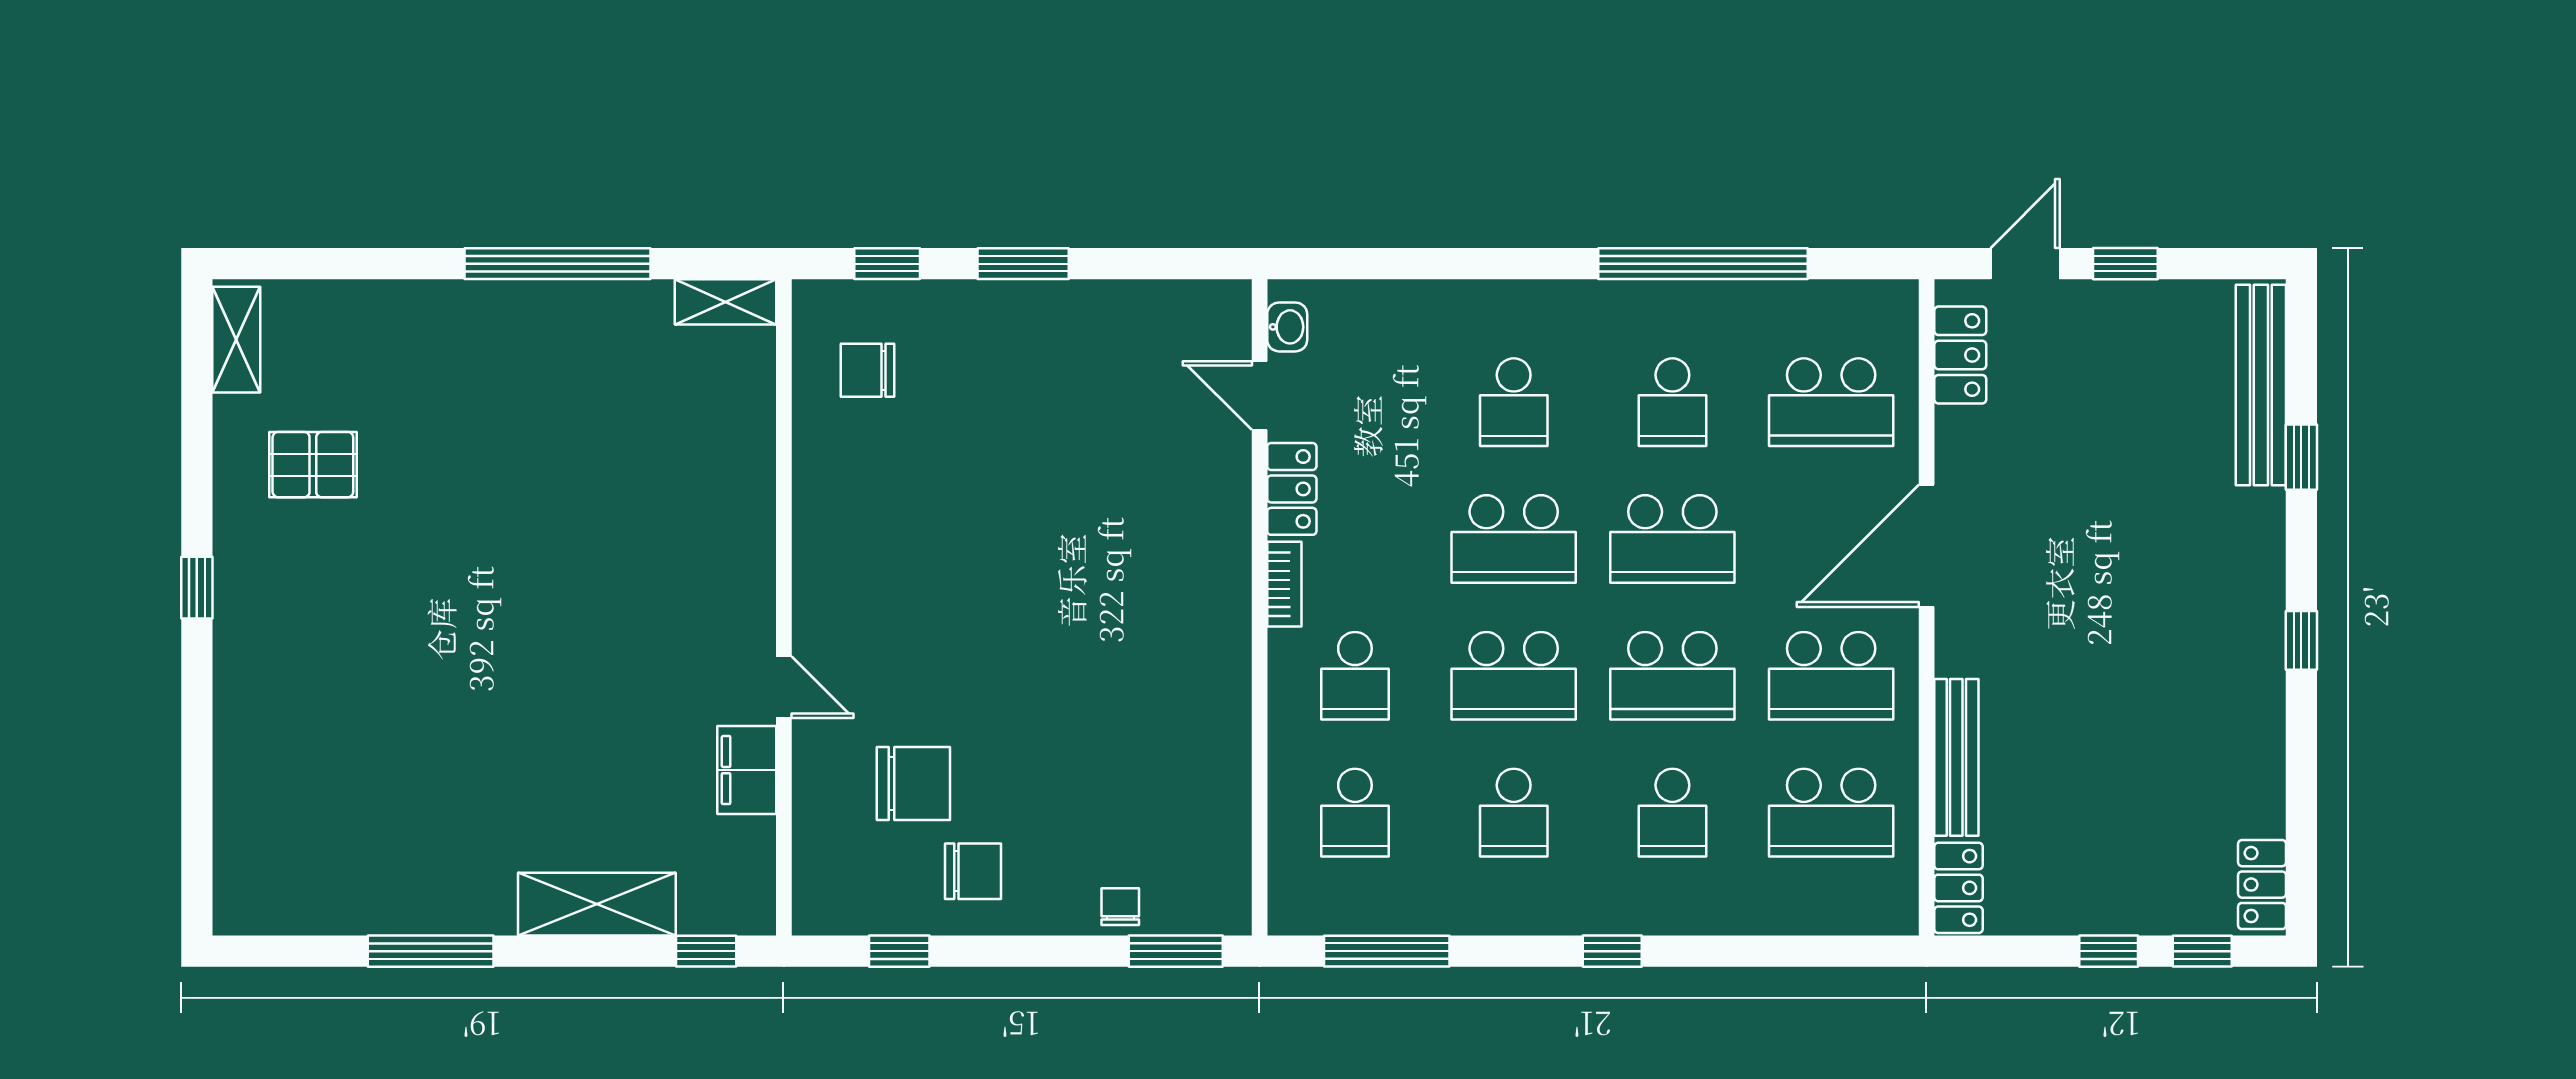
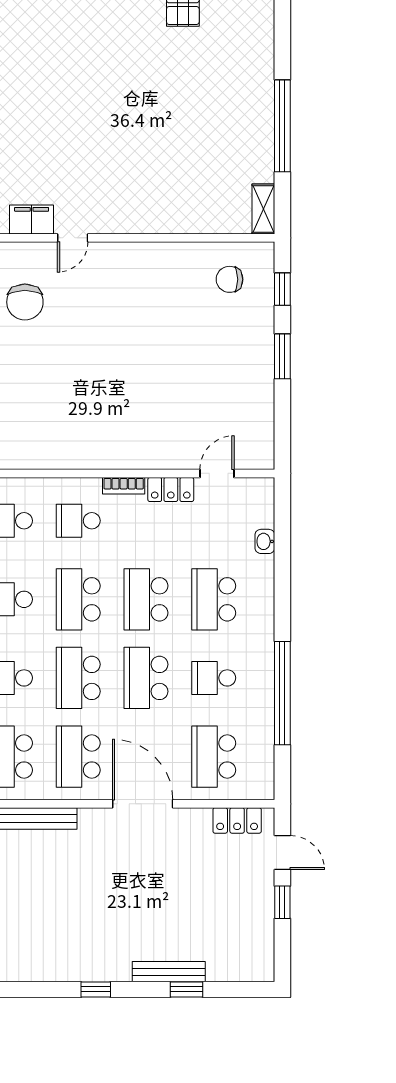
washbasin: (1287, 327) -> (265, 541), moved, turned 90
chair: (867, 370) -> (230, 279), turned -90
bench: (2261, 385) -> (169, 972), moved, width x0.73, depth x0.82
school desk: (1514, 402) -> (214, 599), width x1.85

